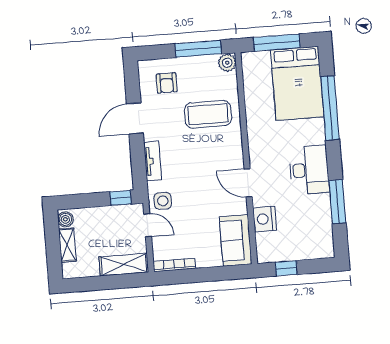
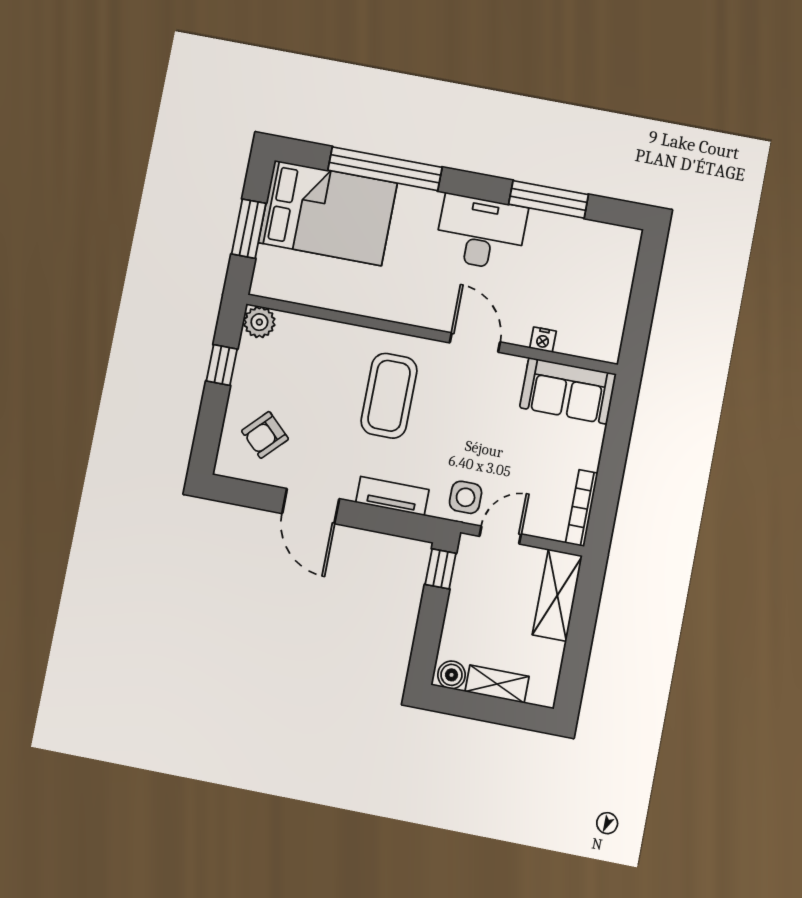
window: (277, 43) -> (249, 229), width x0.69
window: (198, 49) -> (222, 365), width x0.46
armchair: (167, 83) -> (265, 435), turned 134
coffee table: (208, 114) -> (389, 396), moved
door: (248, 183) -> (475, 342), swing flipped
nightstand: (265, 219) -> (543, 340), width x0.53, depth x0.56
window: (286, 268) -> (639, 317), removed

